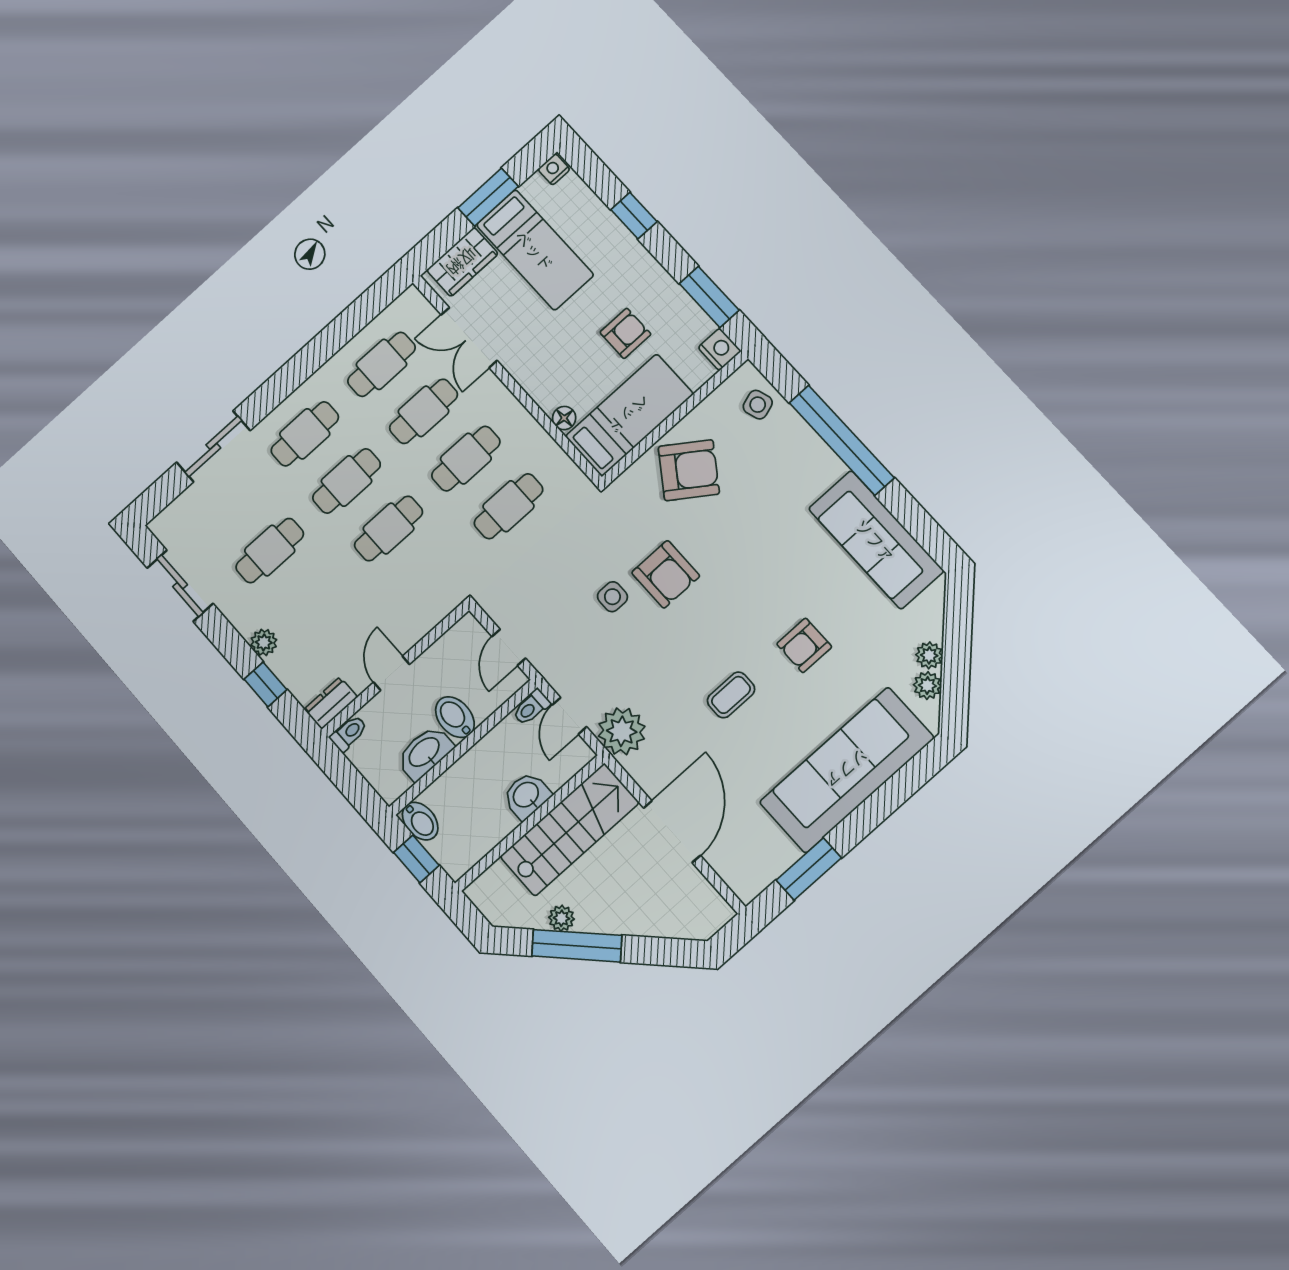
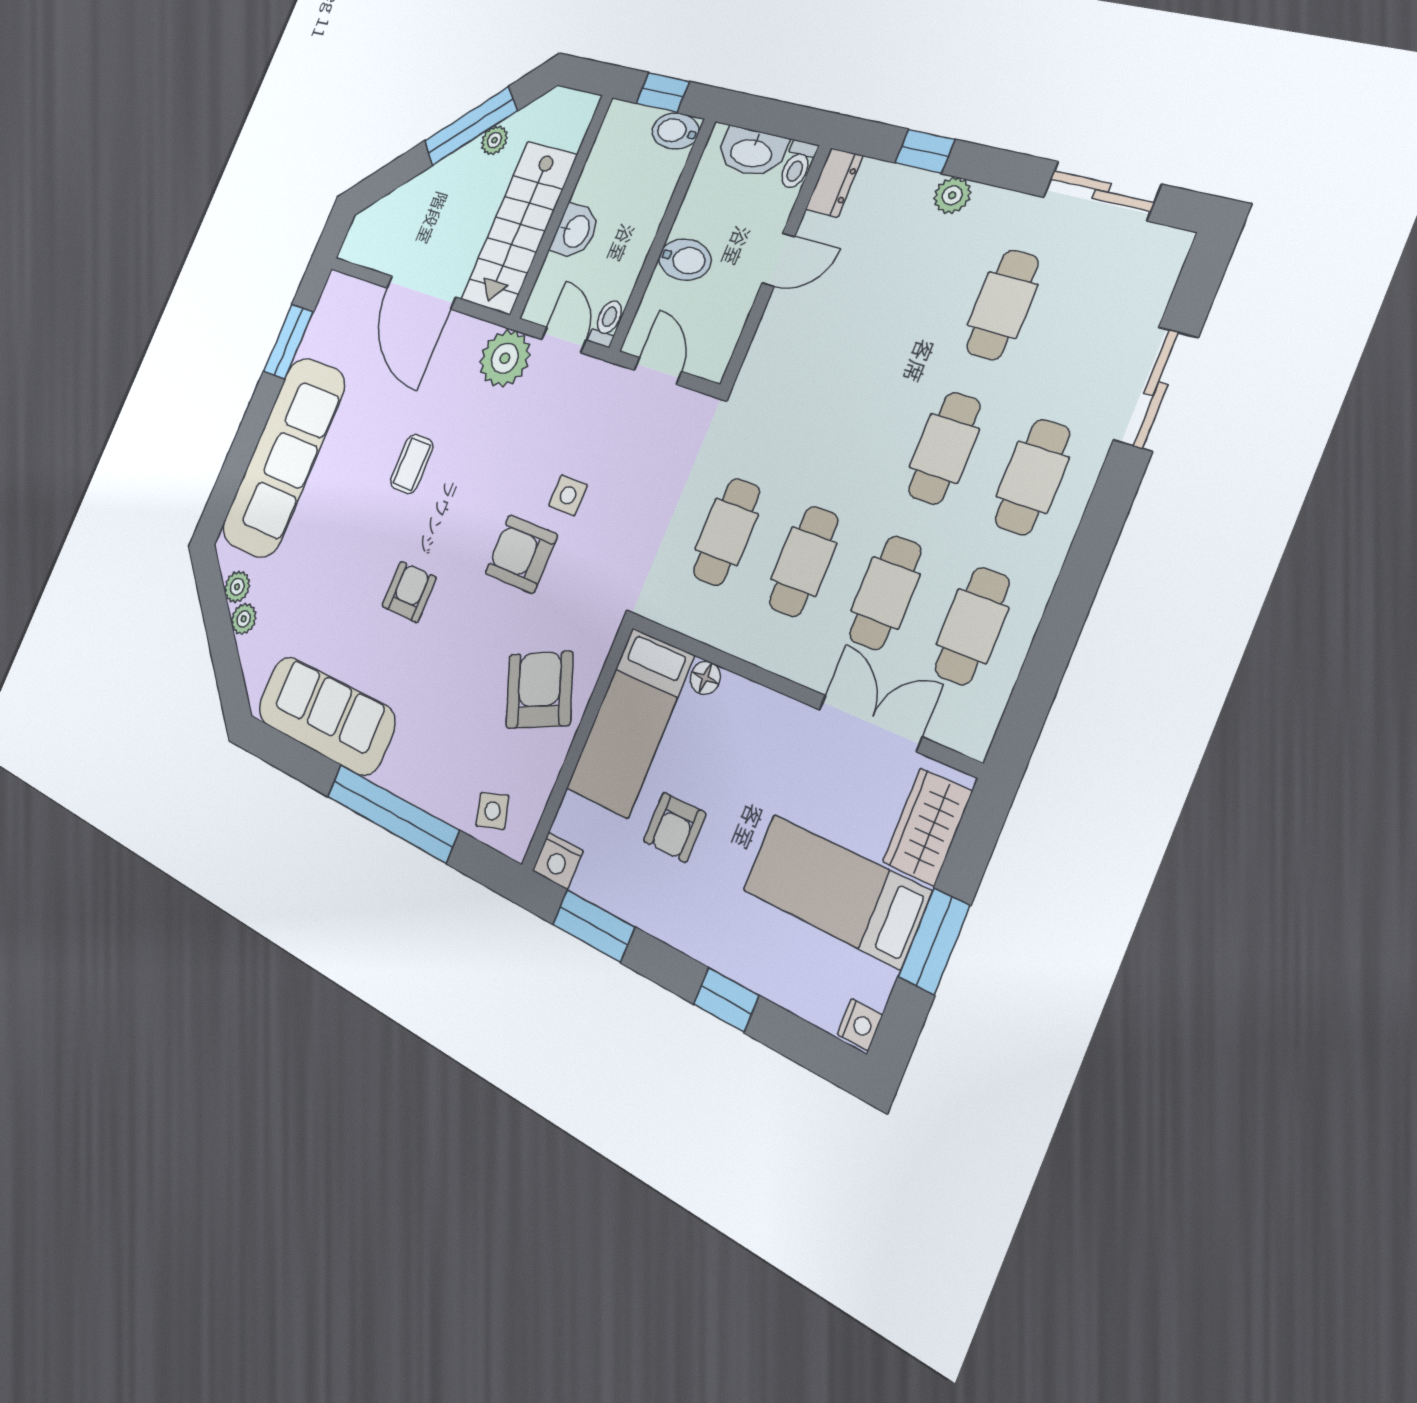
armchair: (689, 470) -> (539, 690), turned 121
cafe table: (389, 529) -> (861, 421), removed
armchair: (804, 645) -> (409, 592), moved
door: (392, 673) -> (778, 260), hinge flipped
washbasin: (425, 753) -> (752, 152), moved, turned 90

